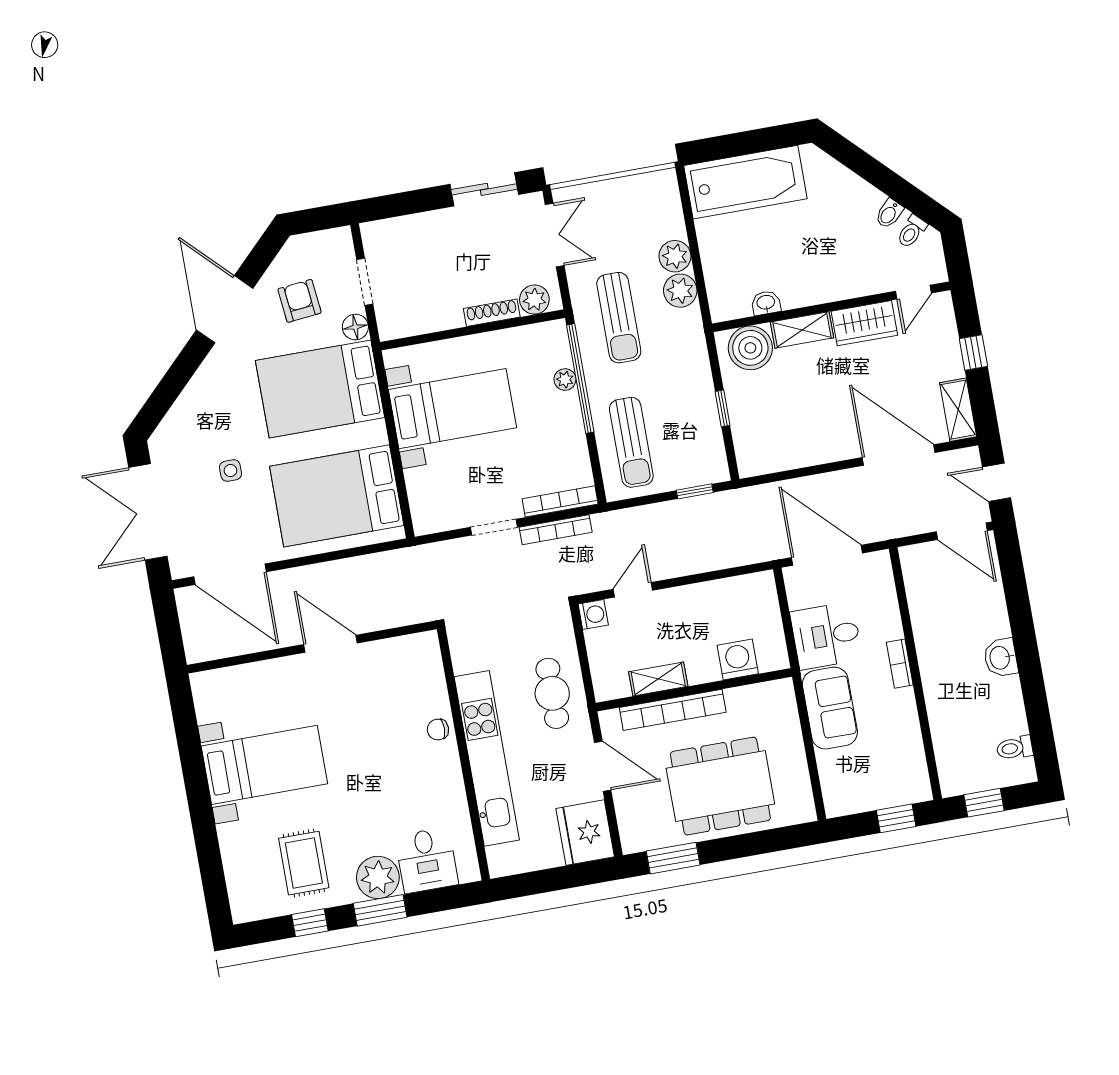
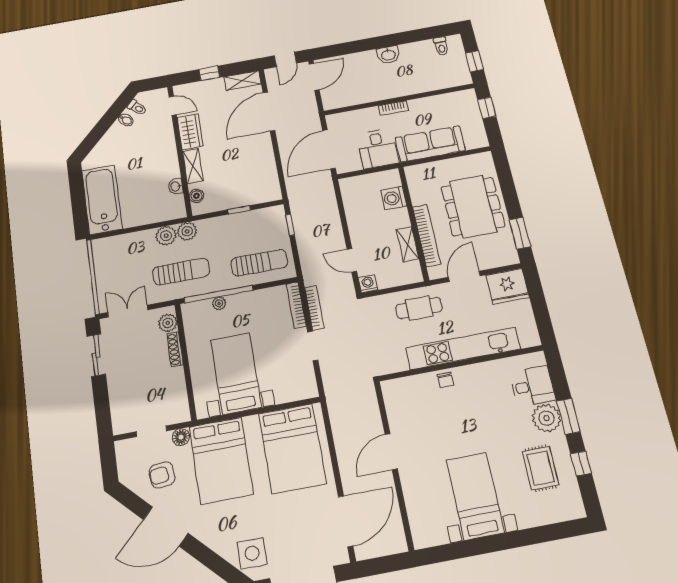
plant: (675, 256) -> (187, 231), moved
boiler: (750, 348) -> (196, 196), width x0.54, depth x0.54
side table: (230, 470) -> (252, 553), moved, width x1.87, depth x1.87
sofa: (830, 708) -> (430, 144), width x1.36
rug: (304, 863) -> (541, 468), turned 90

